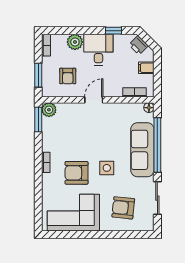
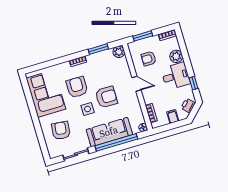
window: (38, 120) -> (98, 49), moved
armchair: (99, 141) -> (106, 97), added

